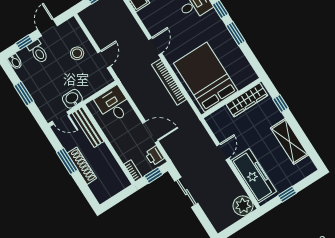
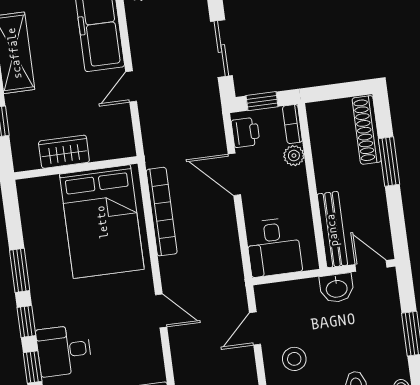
door: (155, 46) -> (161, 311), swing flipped
bookcase: (169, 82) -> (162, 212), moved
wardrobe: (247, 100) -> (64, 152), width x0.67
plant: (125, 155) -> (294, 156), added
window: (67, 161) -> (389, 162), moved
shoe rack: (82, 166) -> (367, 130), moved

